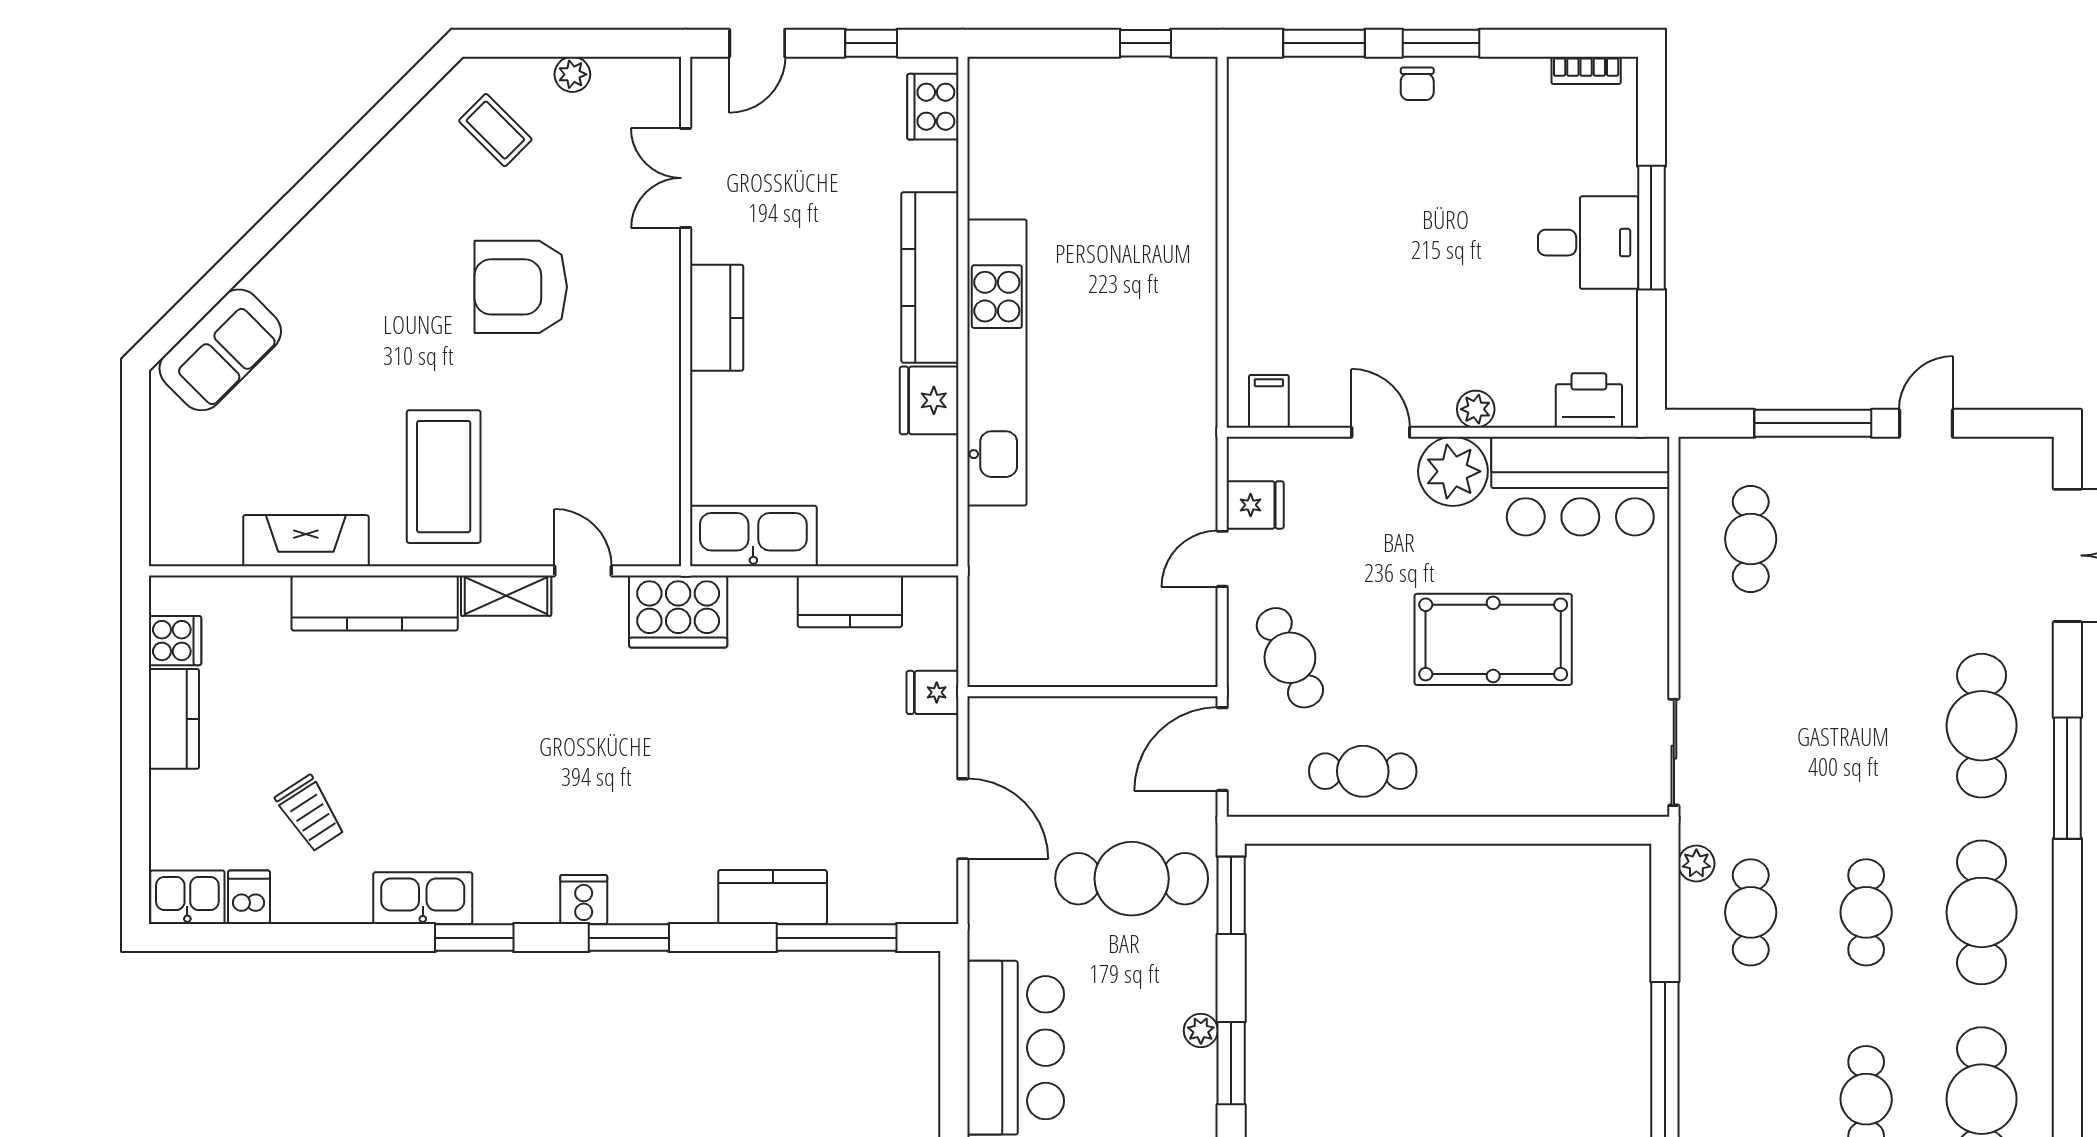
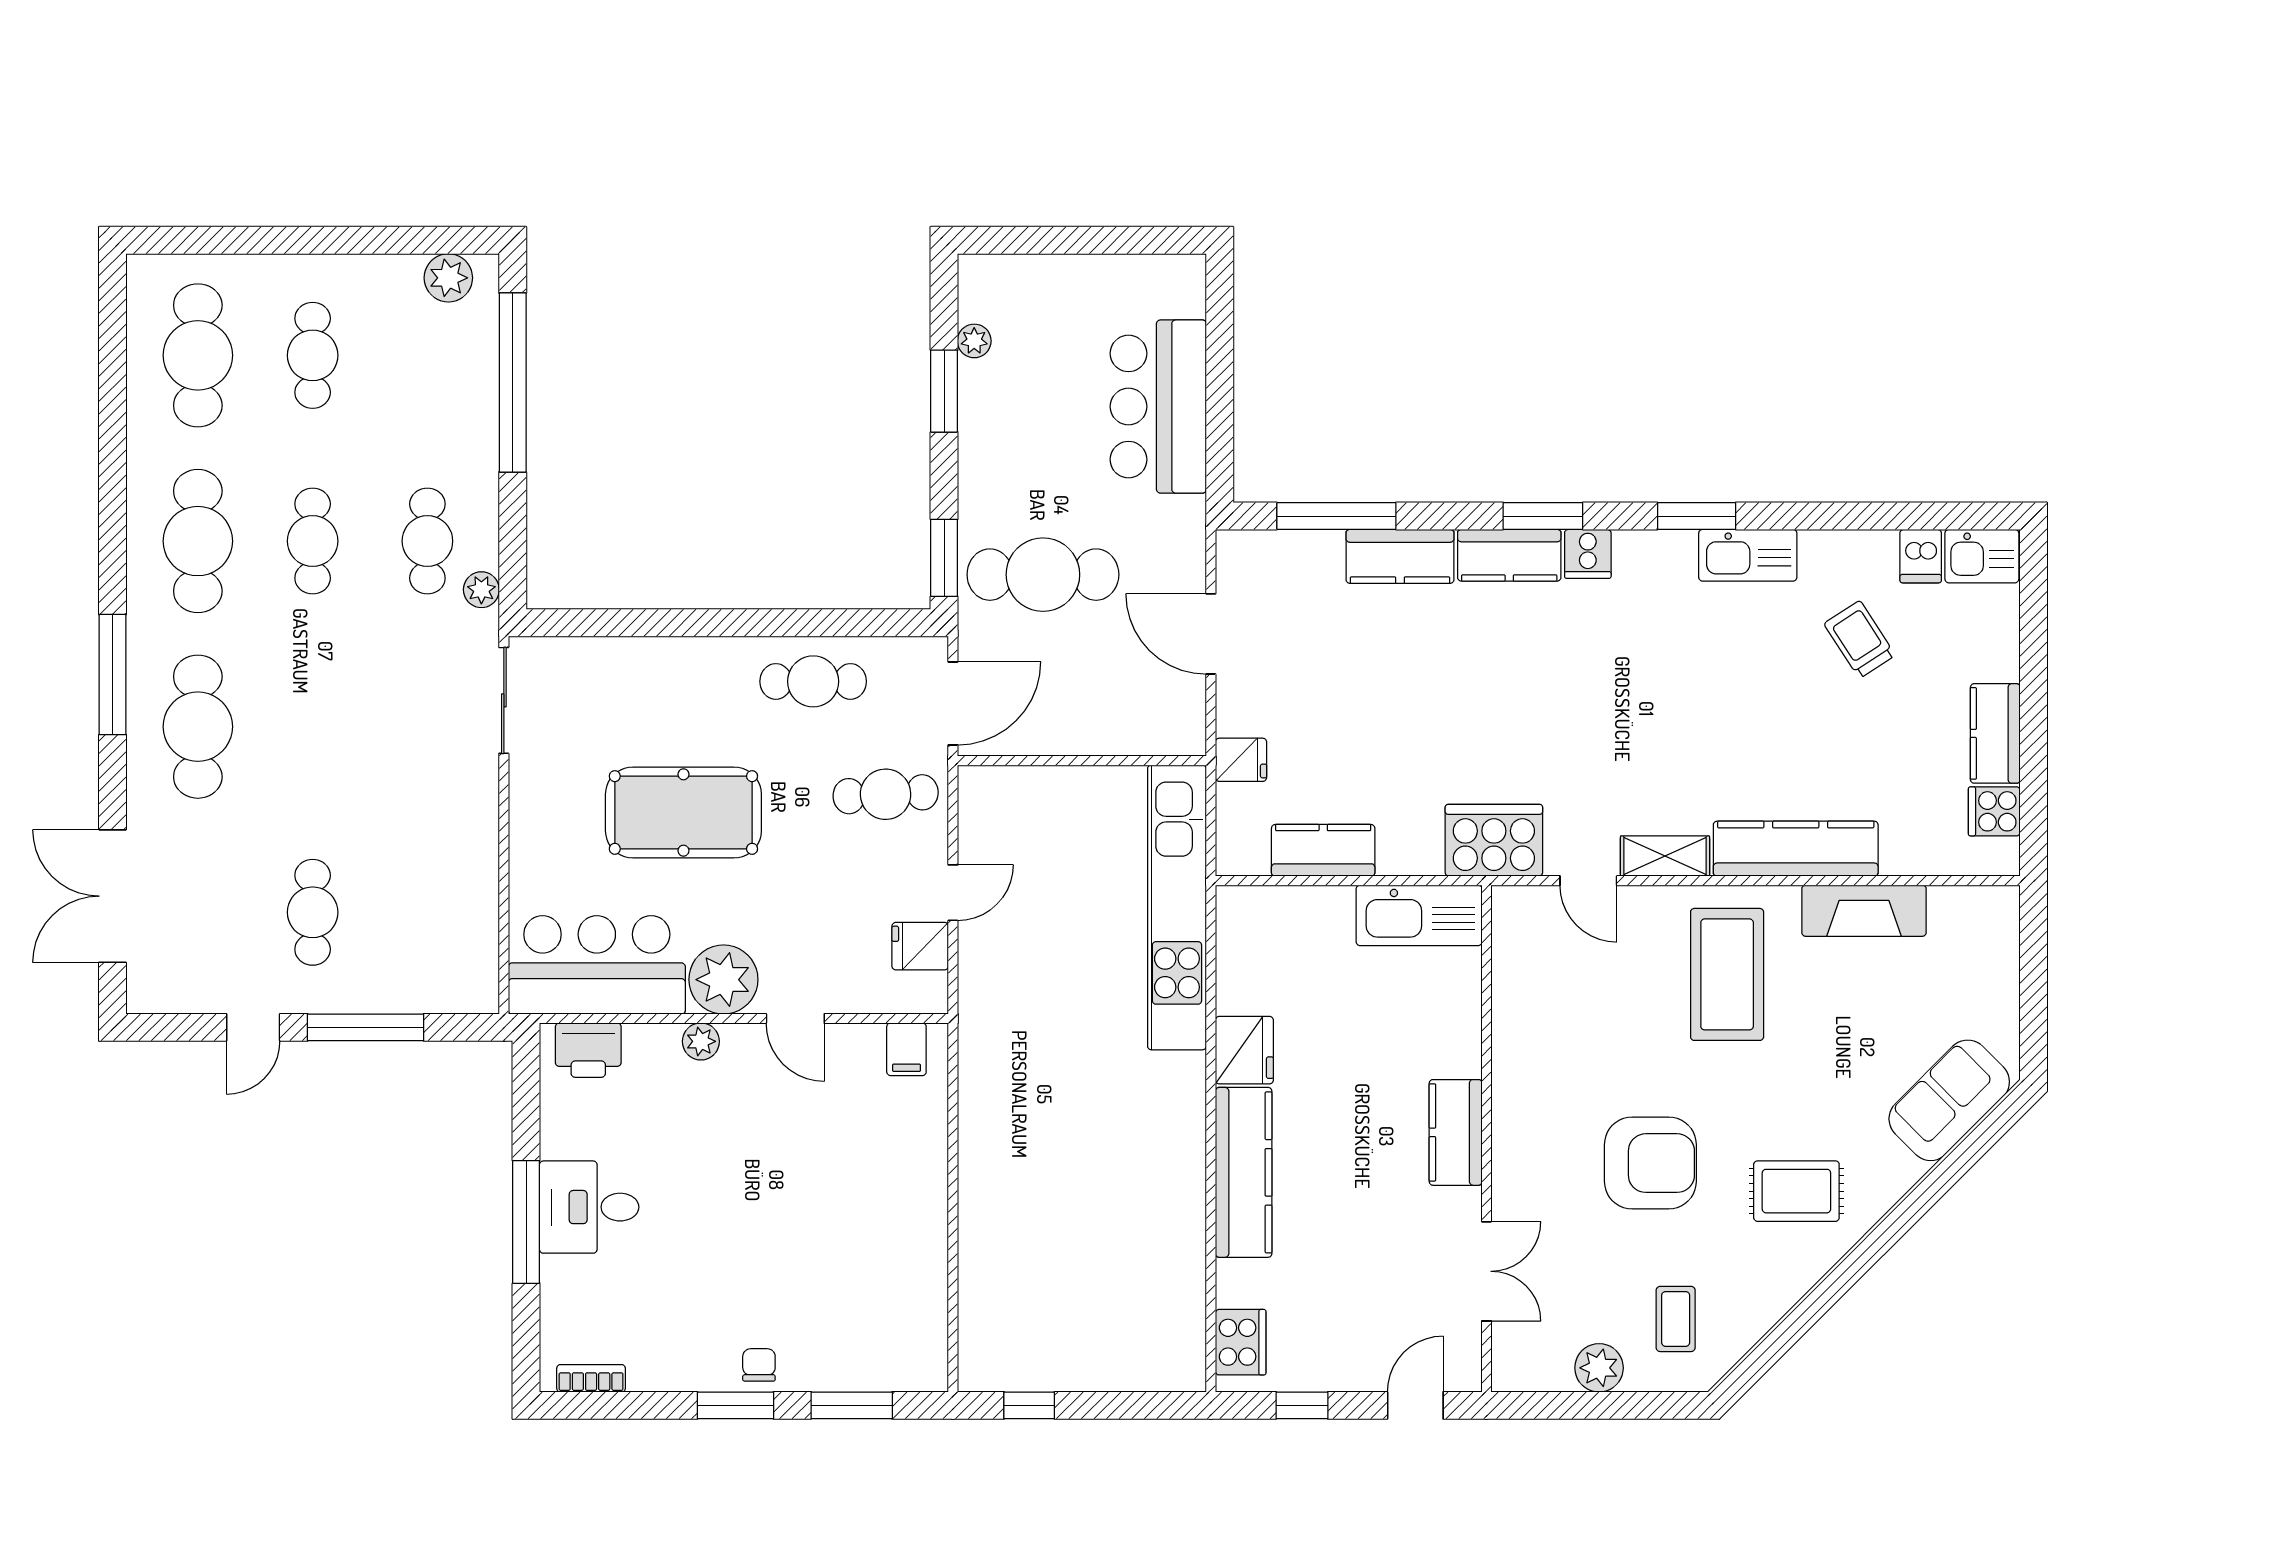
plant: (572, 74) -> (1599, 1368), width x1.38, depth x1.38
coffee table: (495, 130) -> (1676, 1319), turned 45
rug: (374, 259) -> (1796, 1191), added
kitchen unit: (997, 362) -> (1177, 907), moved
cafe table: (1751, 539) -> (313, 912), moved
cafe table: (1290, 658) -> (886, 794), turned -68
kitchen counter: (663, 898) -> (1509, 555), added
plant: (1201, 1030) -> (974, 341), moved

